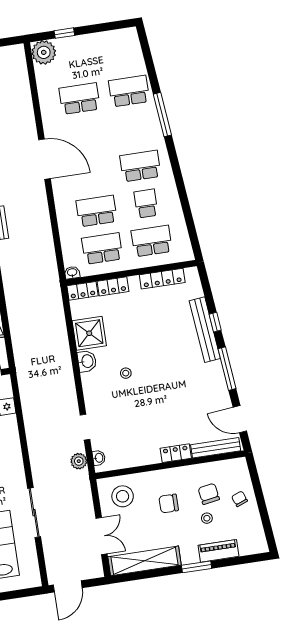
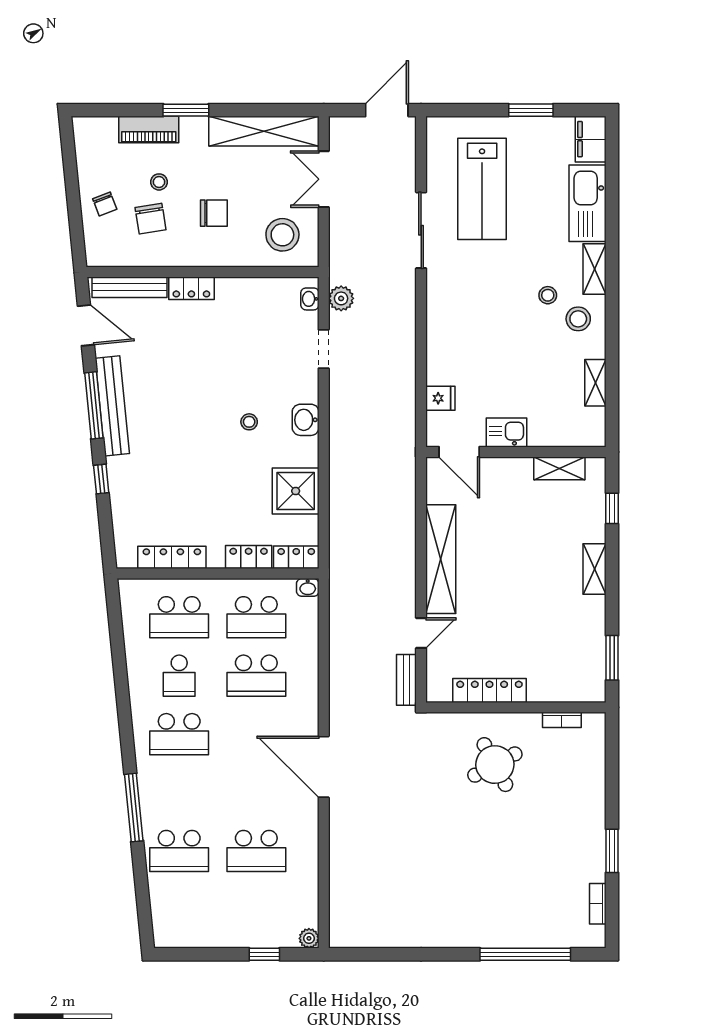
plant: (44, 52) -> (309, 938), width x0.53, depth x0.53
bench: (205, 330) -> (112, 406), moved
washbasin: (87, 361) -> (306, 420), moved

